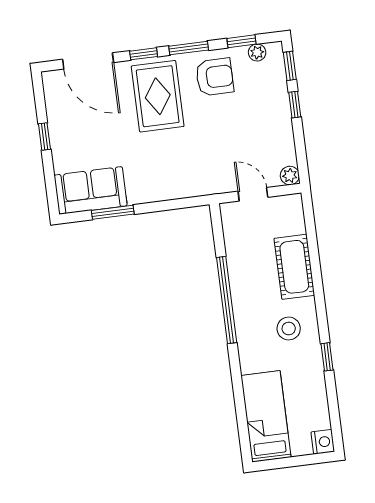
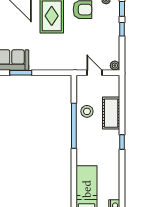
stool: (289, 329) -> (87, 111), moved
window: (327, 357) -> (122, 142), moved

